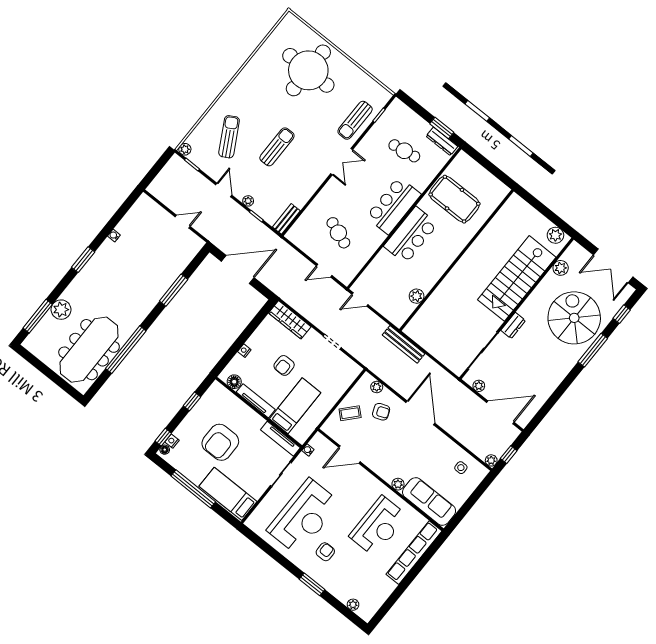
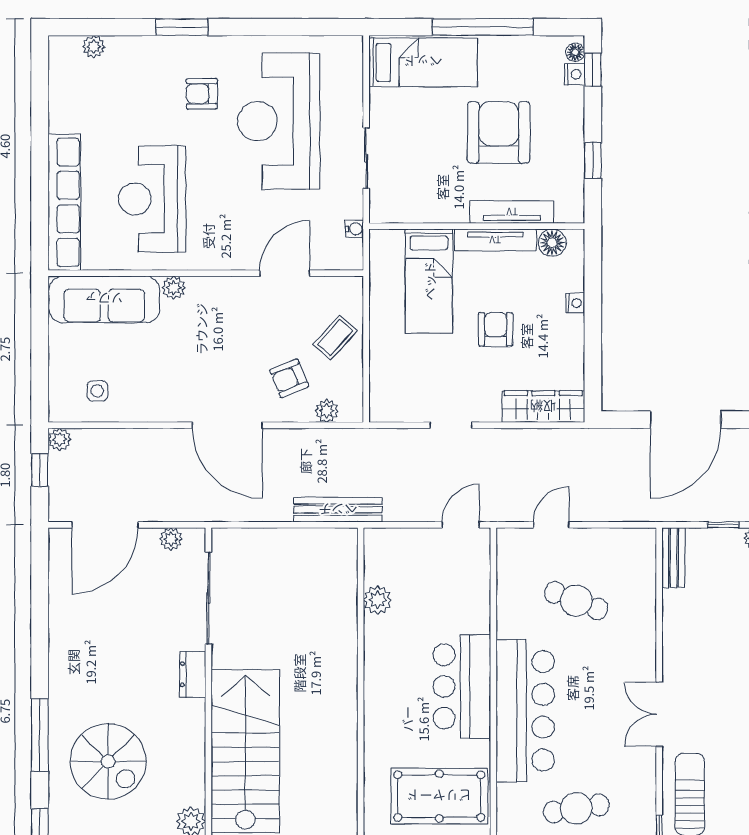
bar counter: (393, 206) -> (525, 711), width x1.36
spiral stairs: (574, 318) -> (108, 761), width x0.73, depth x0.73
tv unit: (280, 439) -> (512, 212), moved
armchair: (325, 552) -> (202, 94), turned 90

